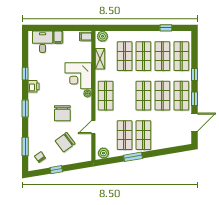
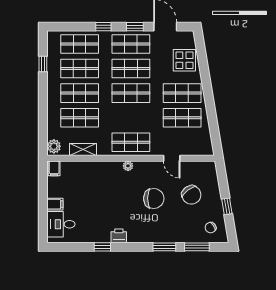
corner desk: (78, 76) -> (105, 178), removed
window: (25, 108) -> (164, 247), moved
display table: (169, 137) -> (184, 60), added
plant: (103, 153) -> (205, 145), removed
window: (133, 157) -> (210, 107), removed

